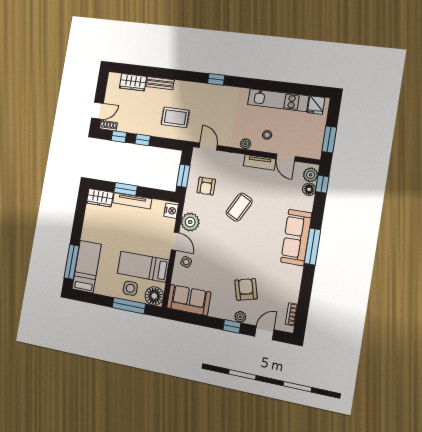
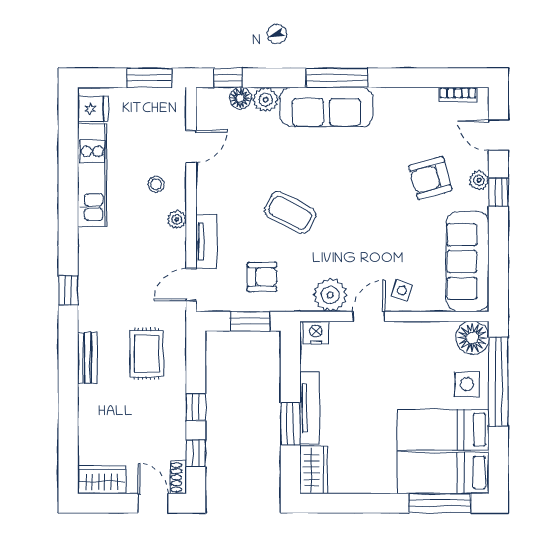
wardrobe: (133, 82) -> (102, 480), moved, turned -90
bench: (160, 83) -> (87, 358), moved
tv unit: (260, 162) -> (206, 241), moved
plant: (311, 175) -> (266, 100), moved
bed: (143, 267) -> (443, 430), moved, turned 90
sofa: (189, 300) -> (467, 261), width x1.36
window: (129, 306) -> (498, 382), width x1.46

